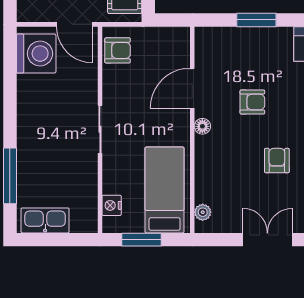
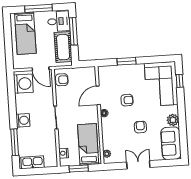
washing machine: (30, 131) -> (23, 120), added

